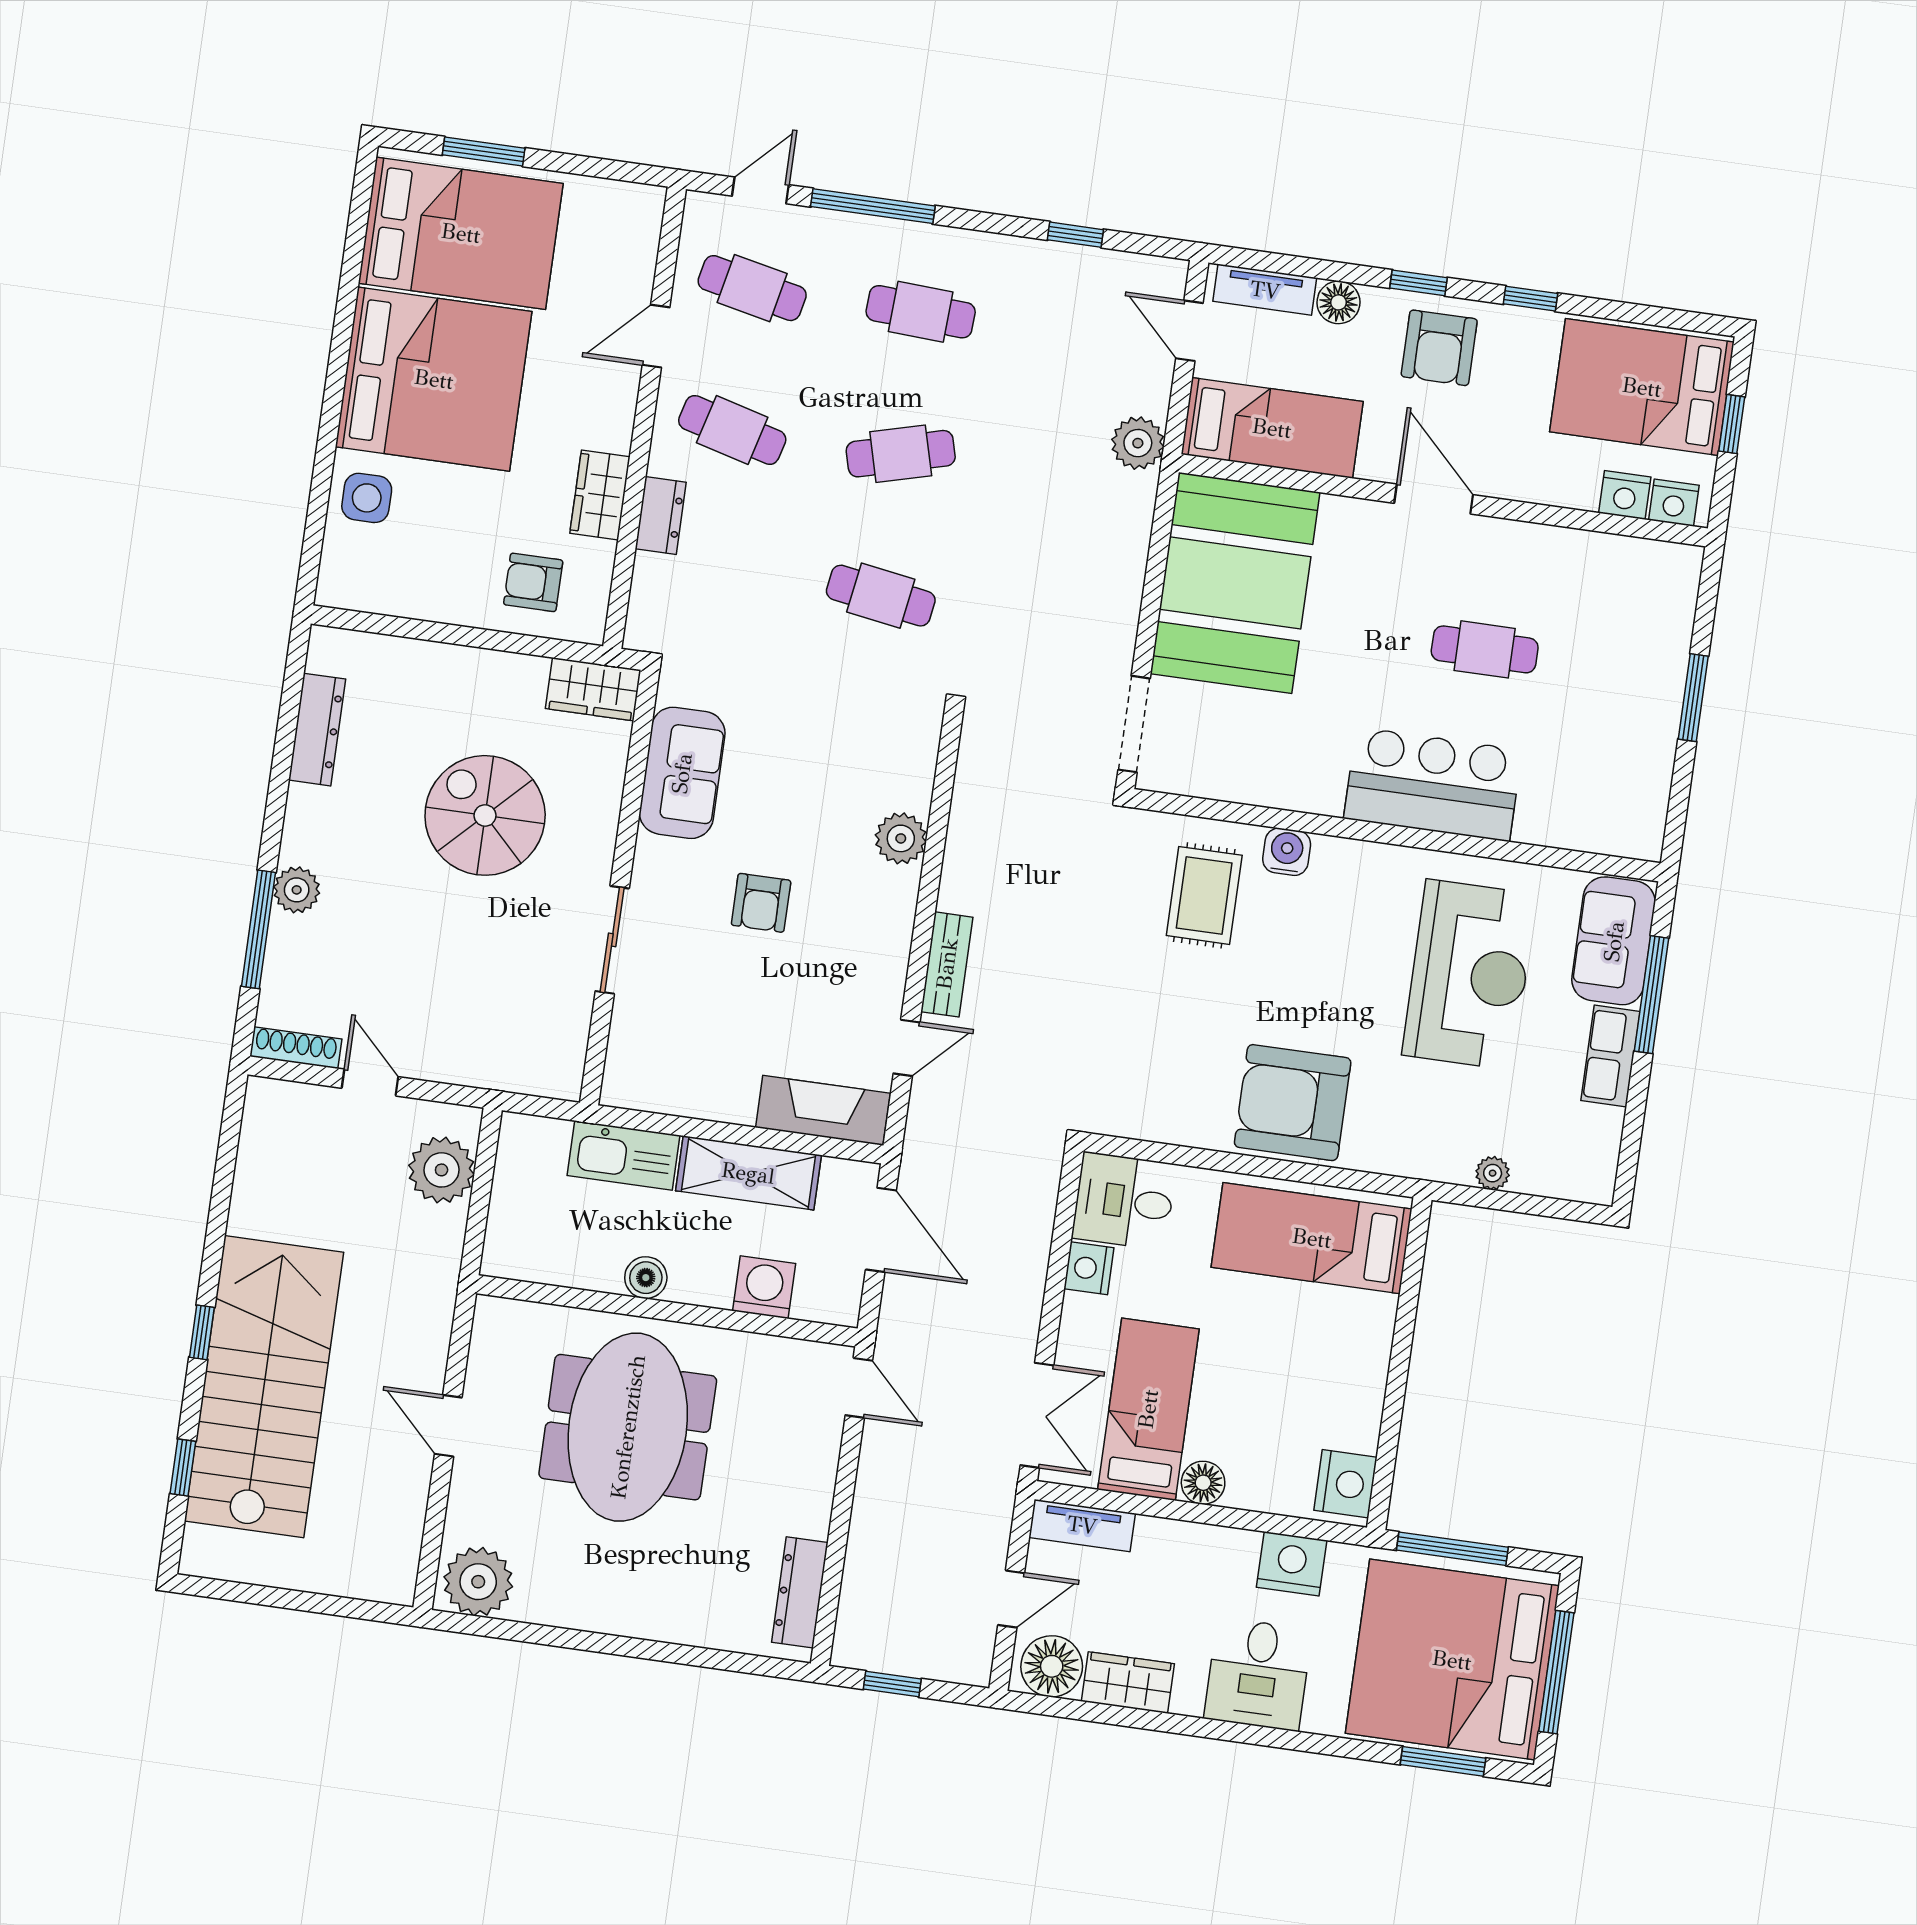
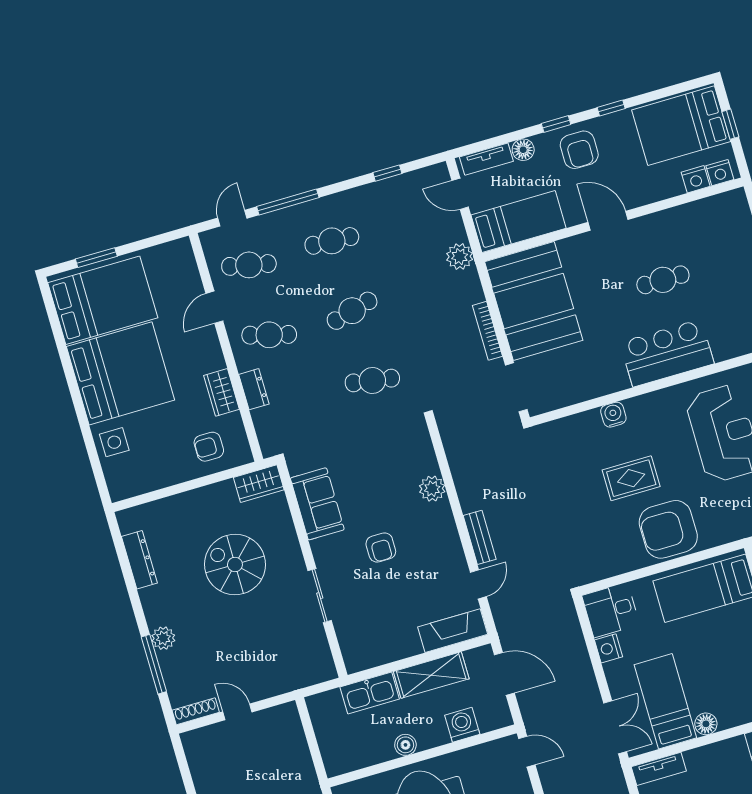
bookcase: (1128, 599) -> (487, 331), added
rug: (1204, 895) -> (631, 478), moved, turned 90
plant: (442, 1170) -> (289, 738), removed

